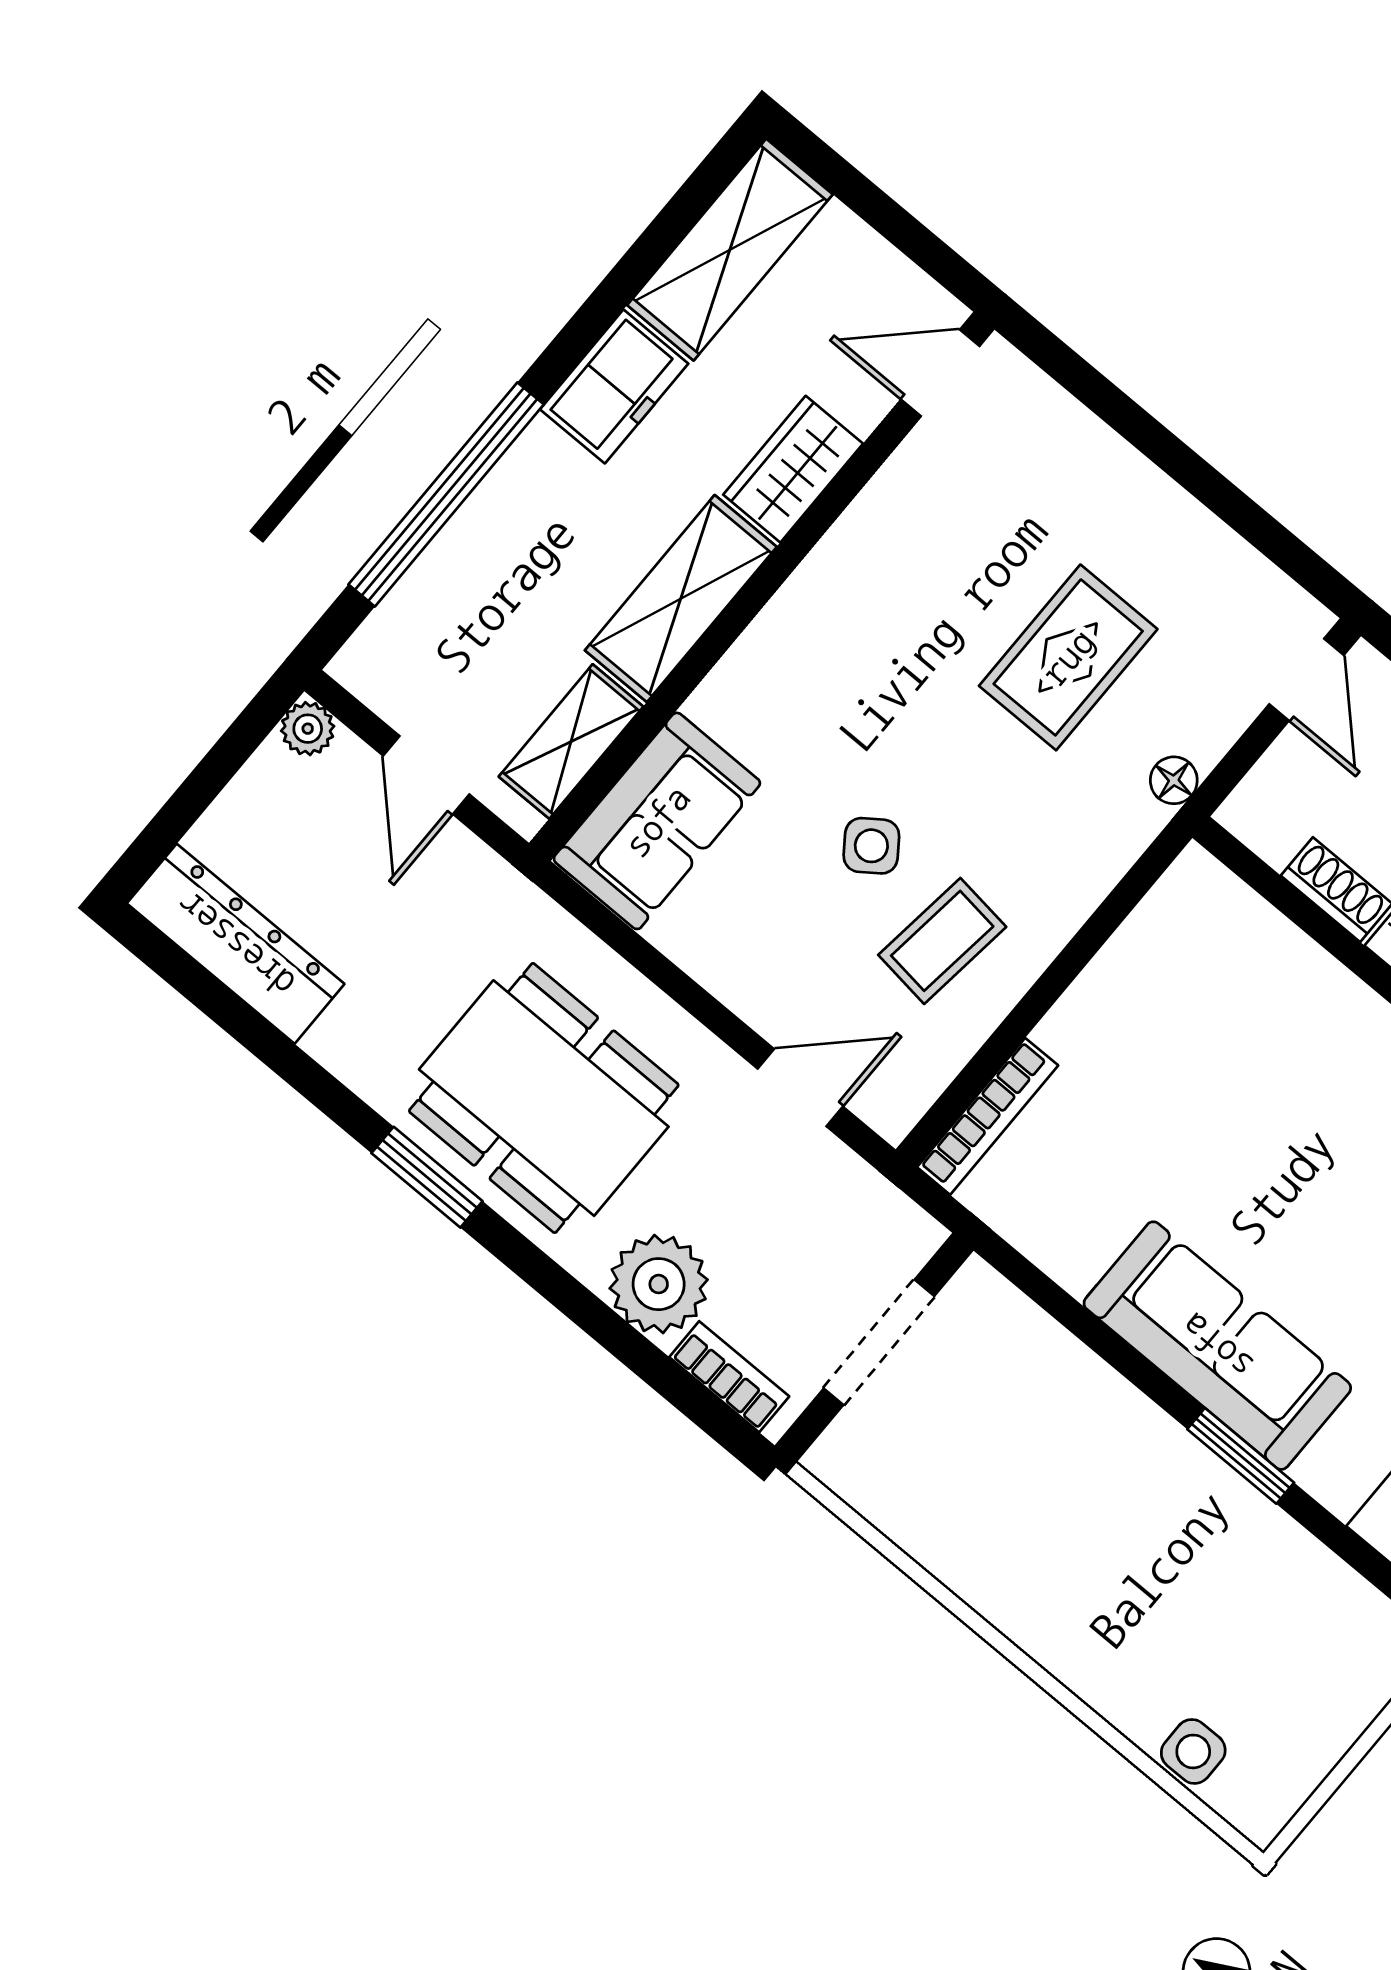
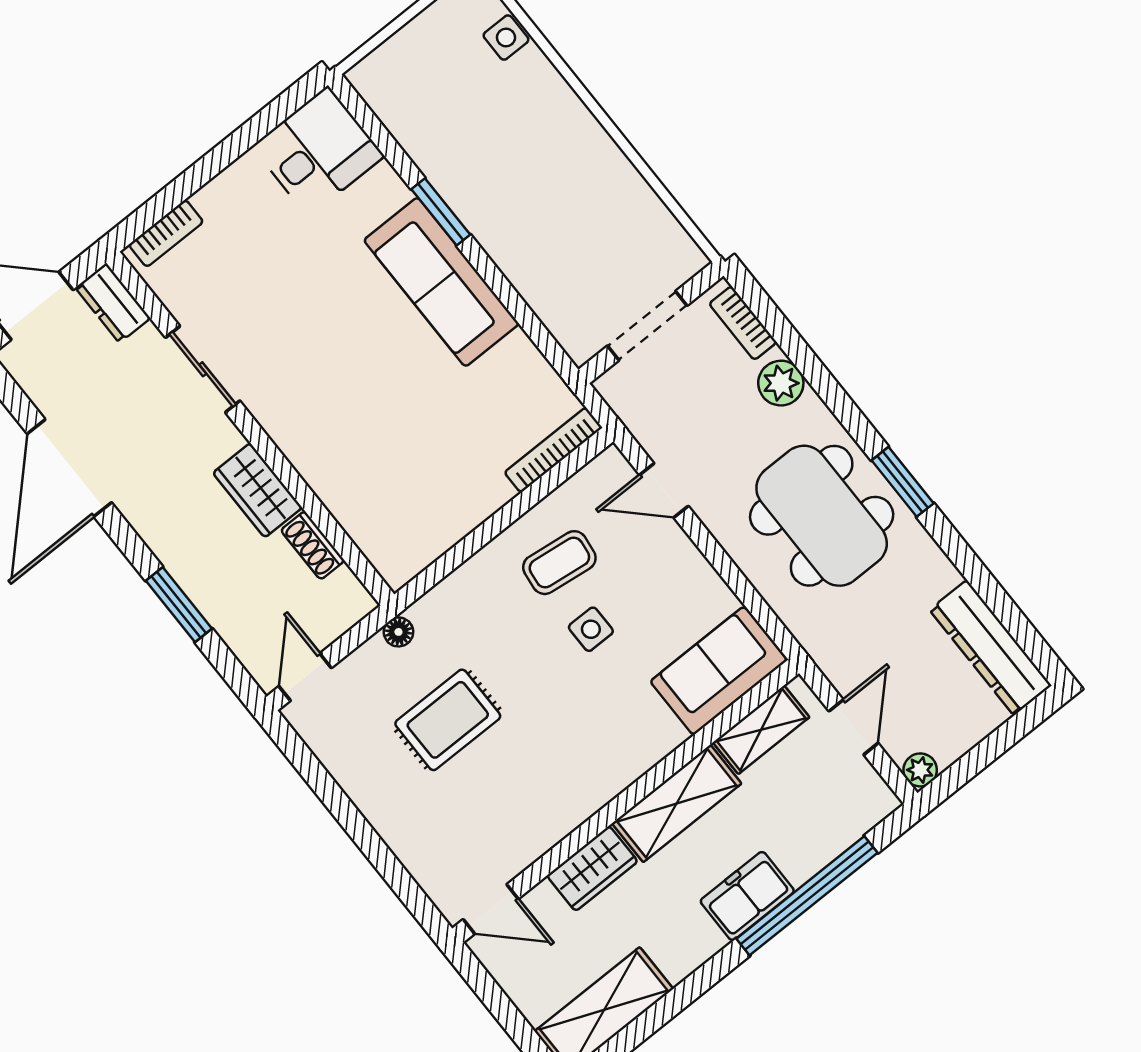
freezer: (614, 386) -> (747, 896), moved
side table: (871, 846) -> (591, 629), turned 36
plant: (659, 1284) -> (781, 383), width x0.73, depth x0.73

